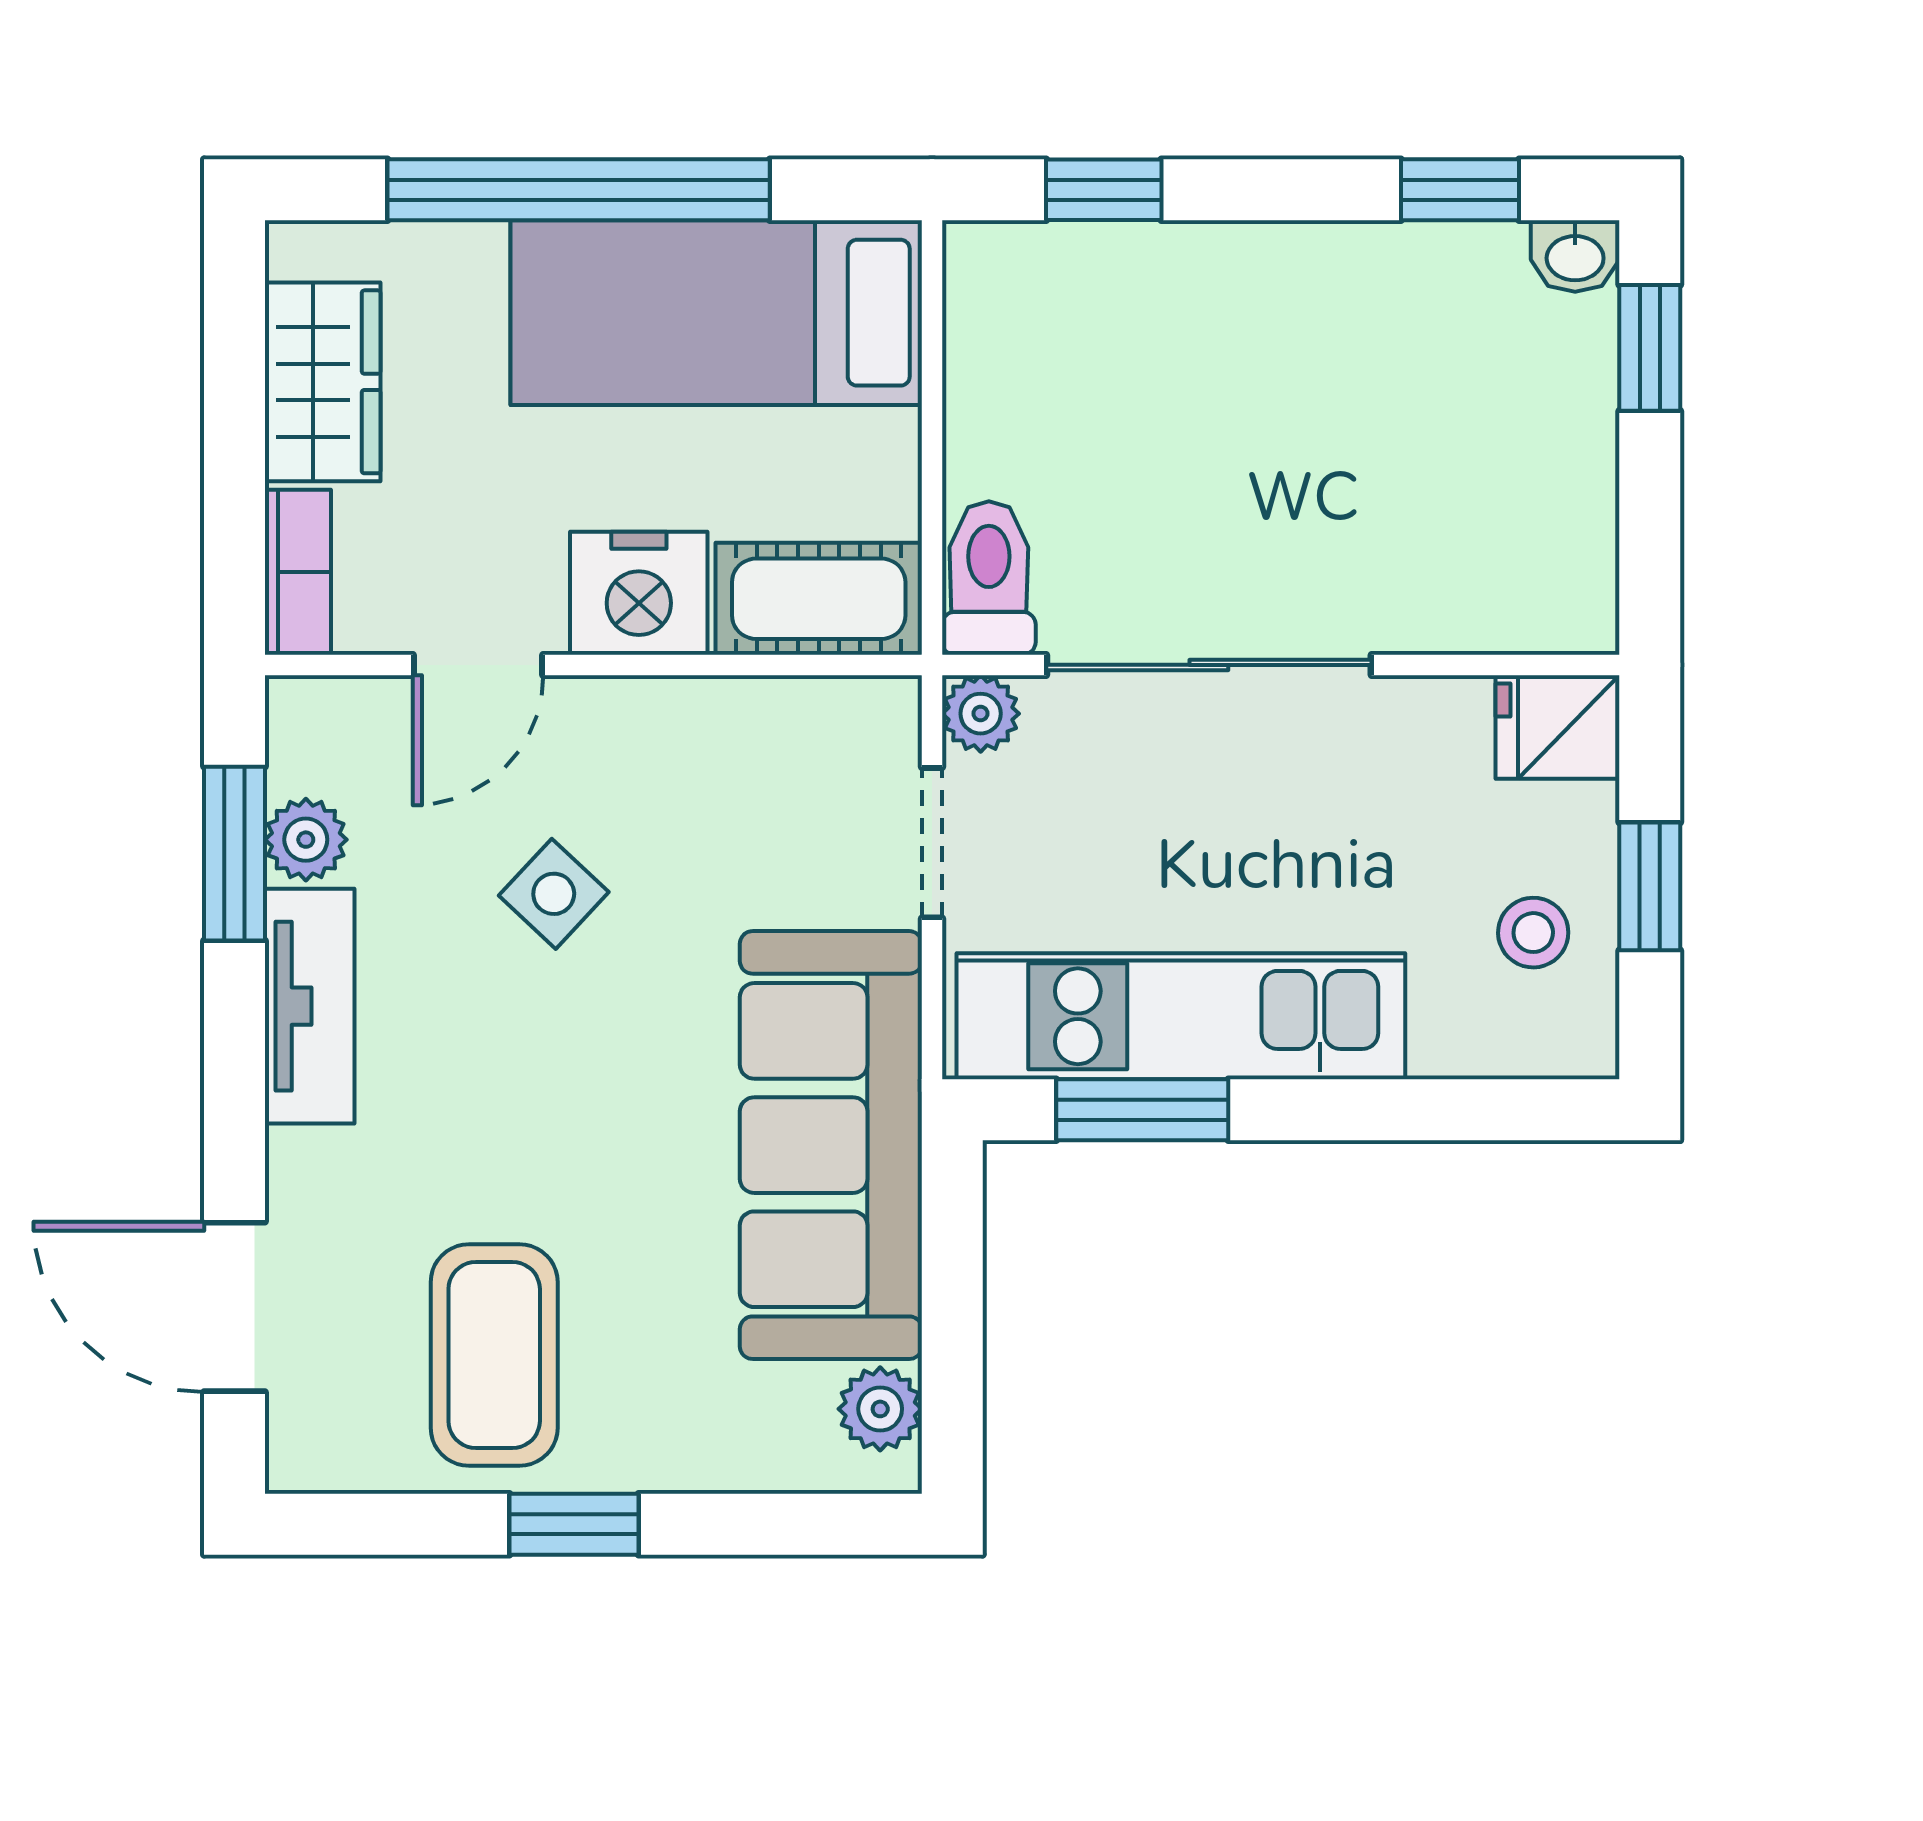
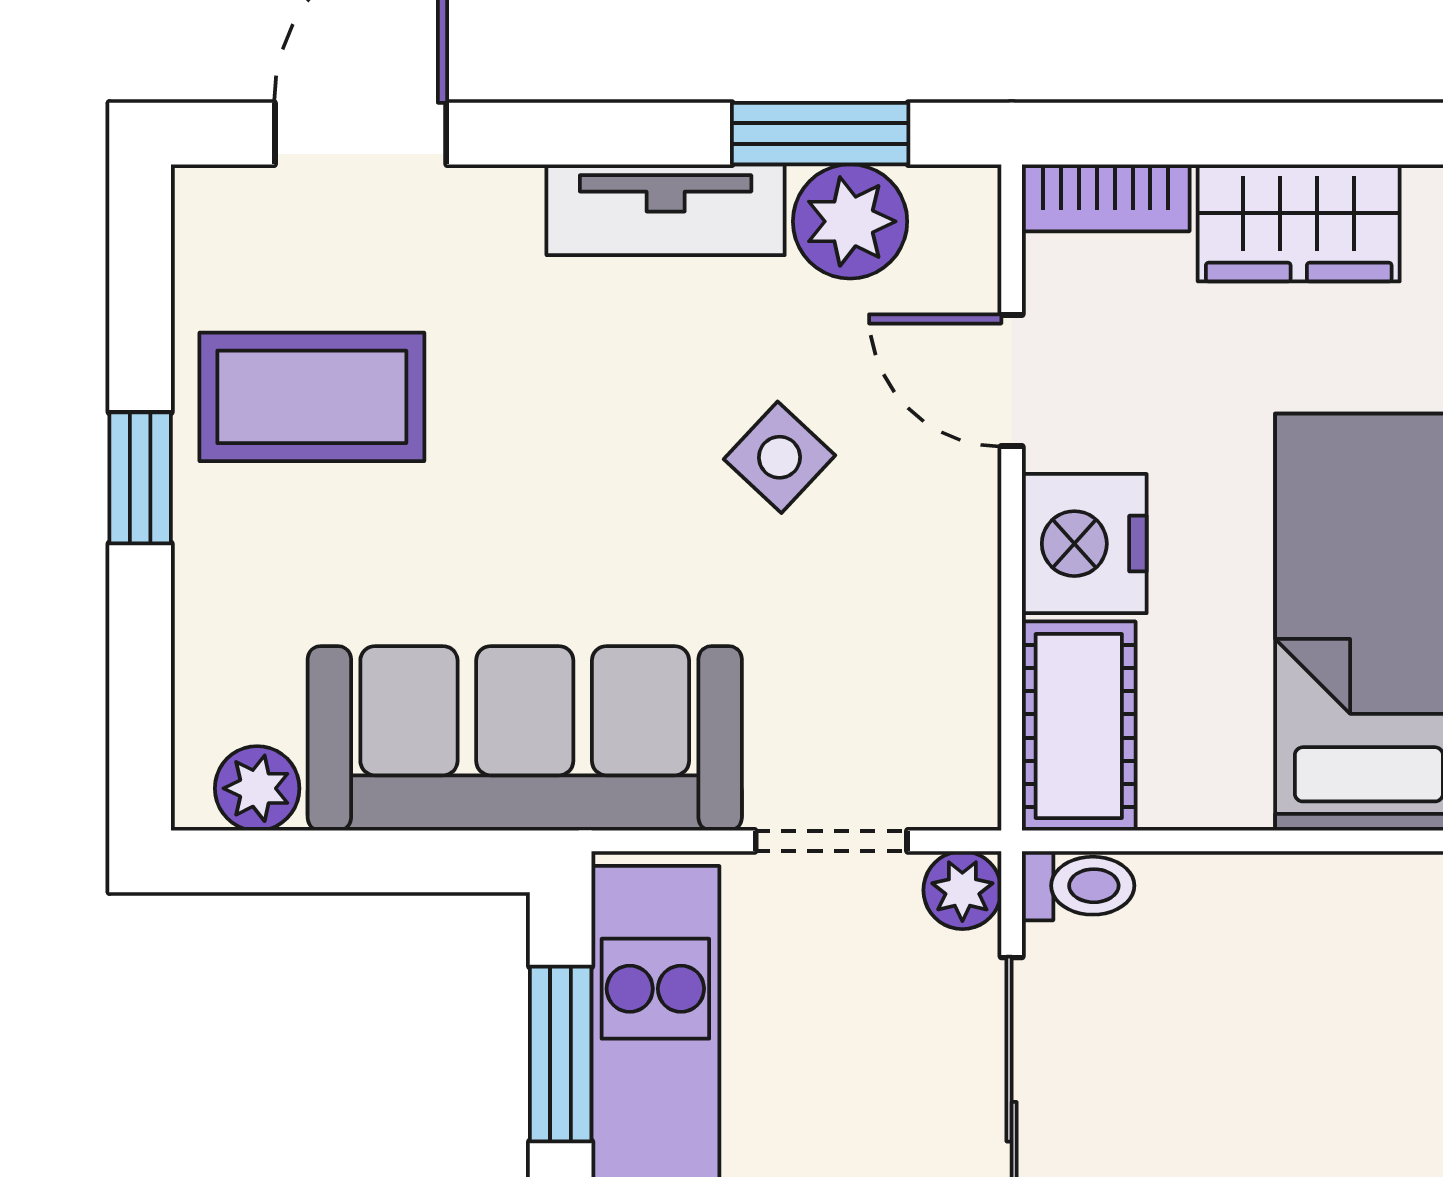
toilet: (989, 578) -> (1078, 886), width x0.73, depth x0.72
plant: (306, 840) -> (850, 221), width x1.38, depth x1.38

